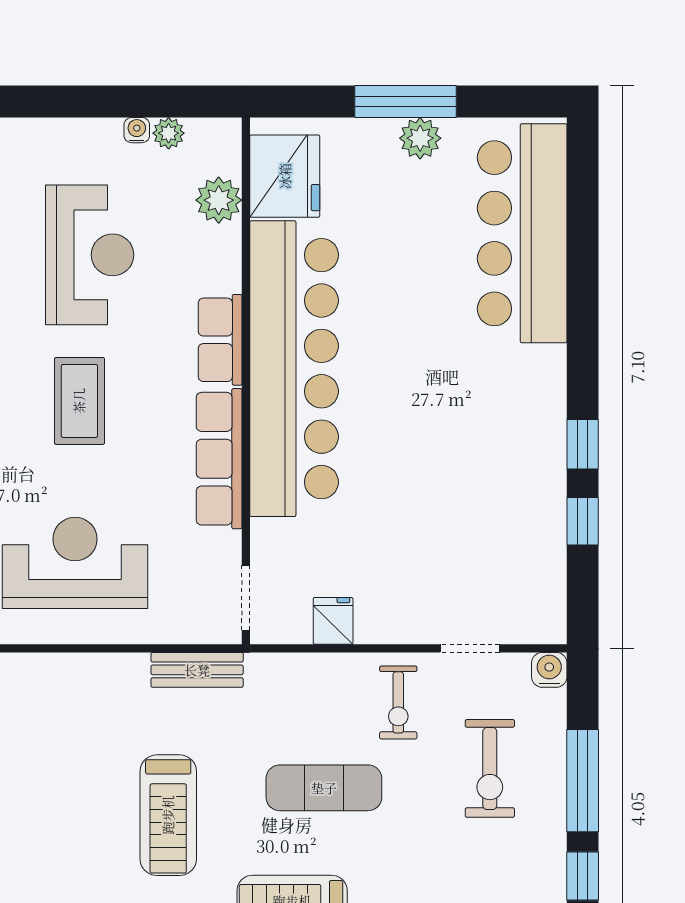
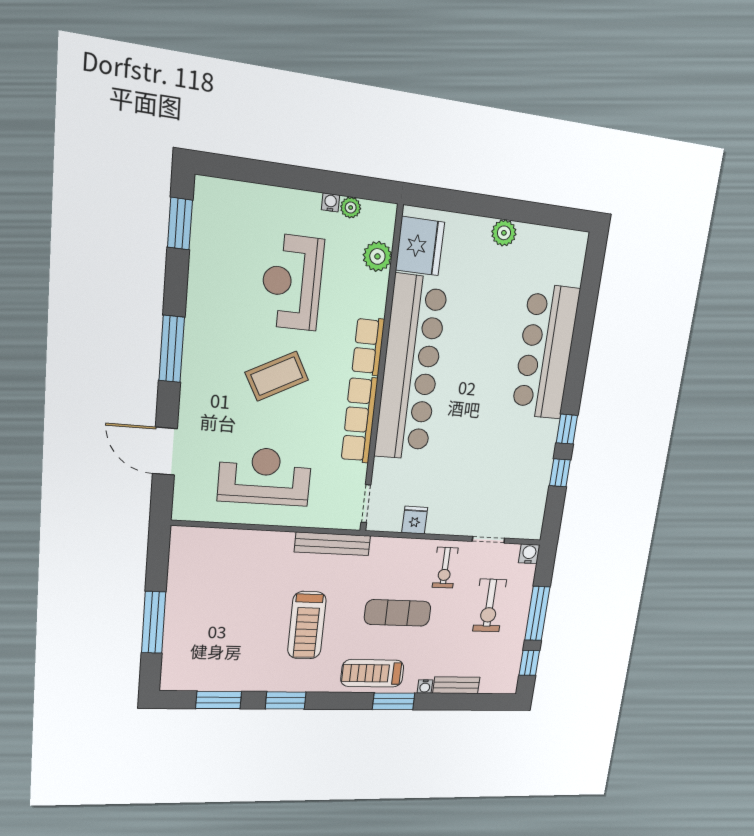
window: (406, 102) -> (499, 208), removed
bar counter: (522, 233) -> (546, 352), moved
reception desk: (90, 255) -> (292, 282), turned 180
coffee table: (79, 401) -> (277, 376), turned 62
bench: (197, 670) -> (333, 544), width x1.36

